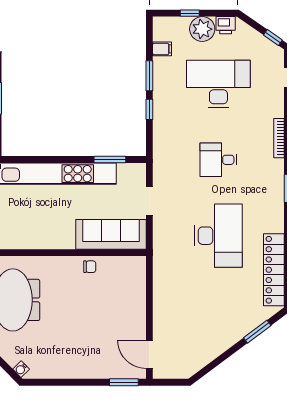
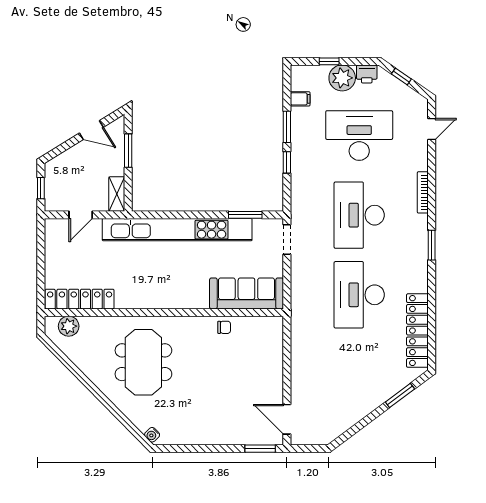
window: (273, 38) -> (401, 76), moved
desk: (218, 160) -> (359, 215), width x1.87, depth x1.30
doorway: (149, 201) -> (287, 239), moved
desk: (218, 236) -> (359, 295), turned 180

